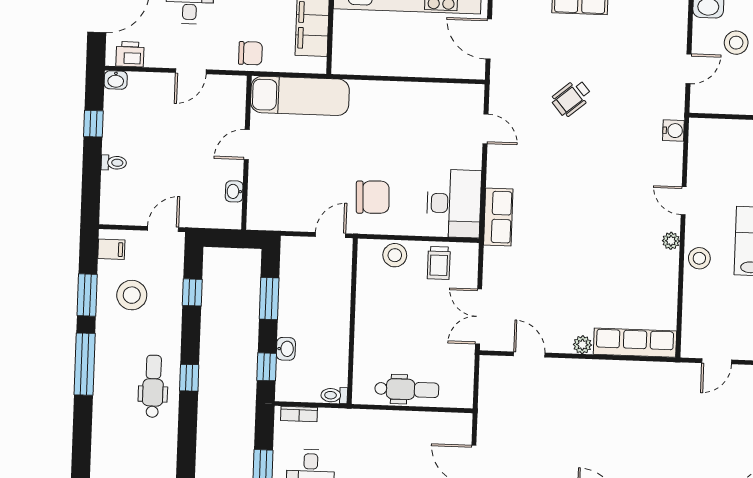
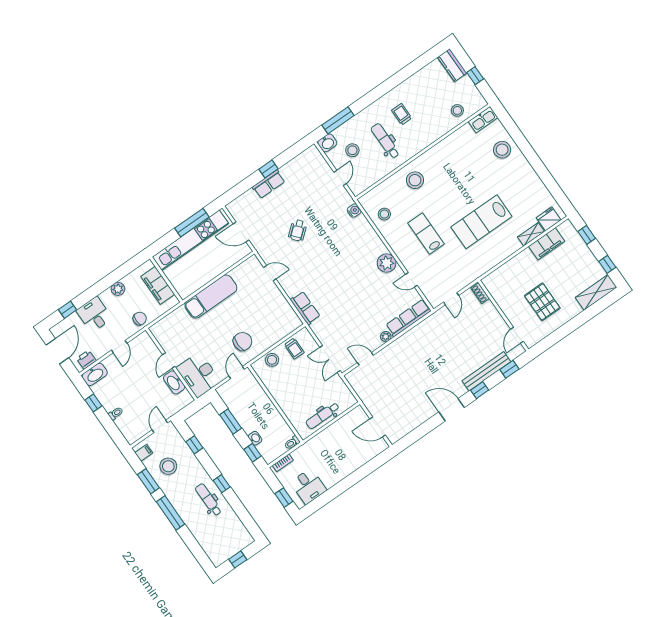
washbasin: (116, 80) -> (95, 374), width x1.91, depth x1.45
exam couch: (300, 96) -> (211, 297), moved
washbasin: (234, 191) -> (174, 382), width x1.91, depth x1.45
door: (684, 201) -> (411, 280), moved
desk: (454, 203) -> (198, 375), moved, turned 180
plant: (671, 241) -> (387, 263), width x1.88, depth x1.88
stool: (699, 258) -> (384, 214), moved
dental chair: (407, 389) -> (323, 416), turned 180

